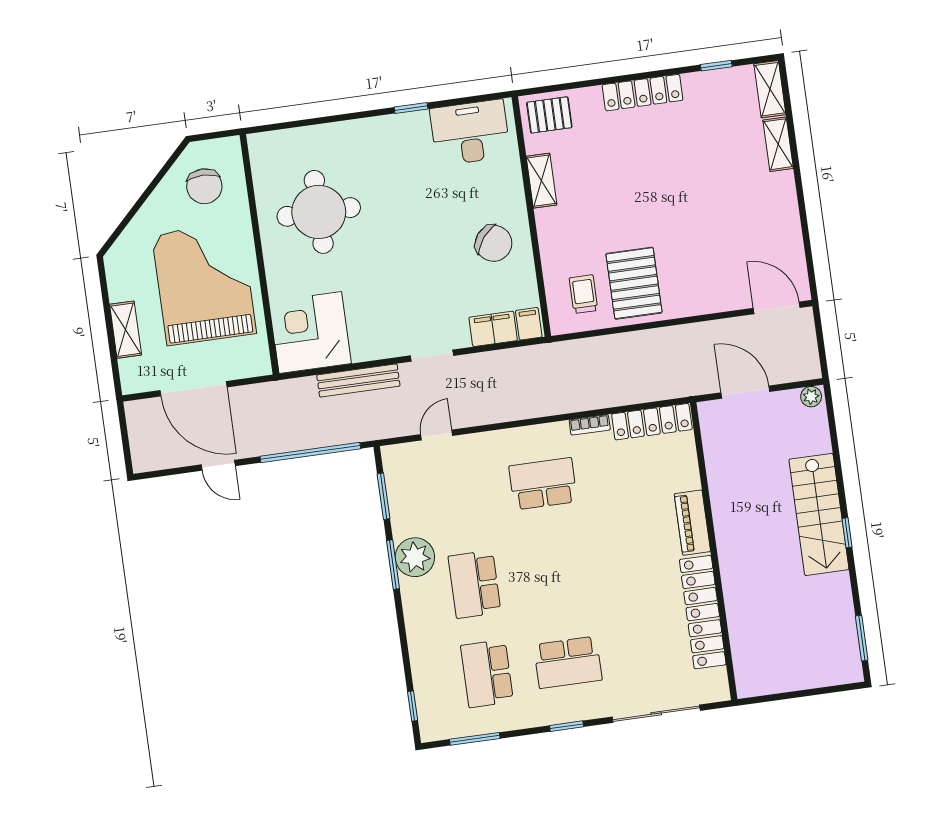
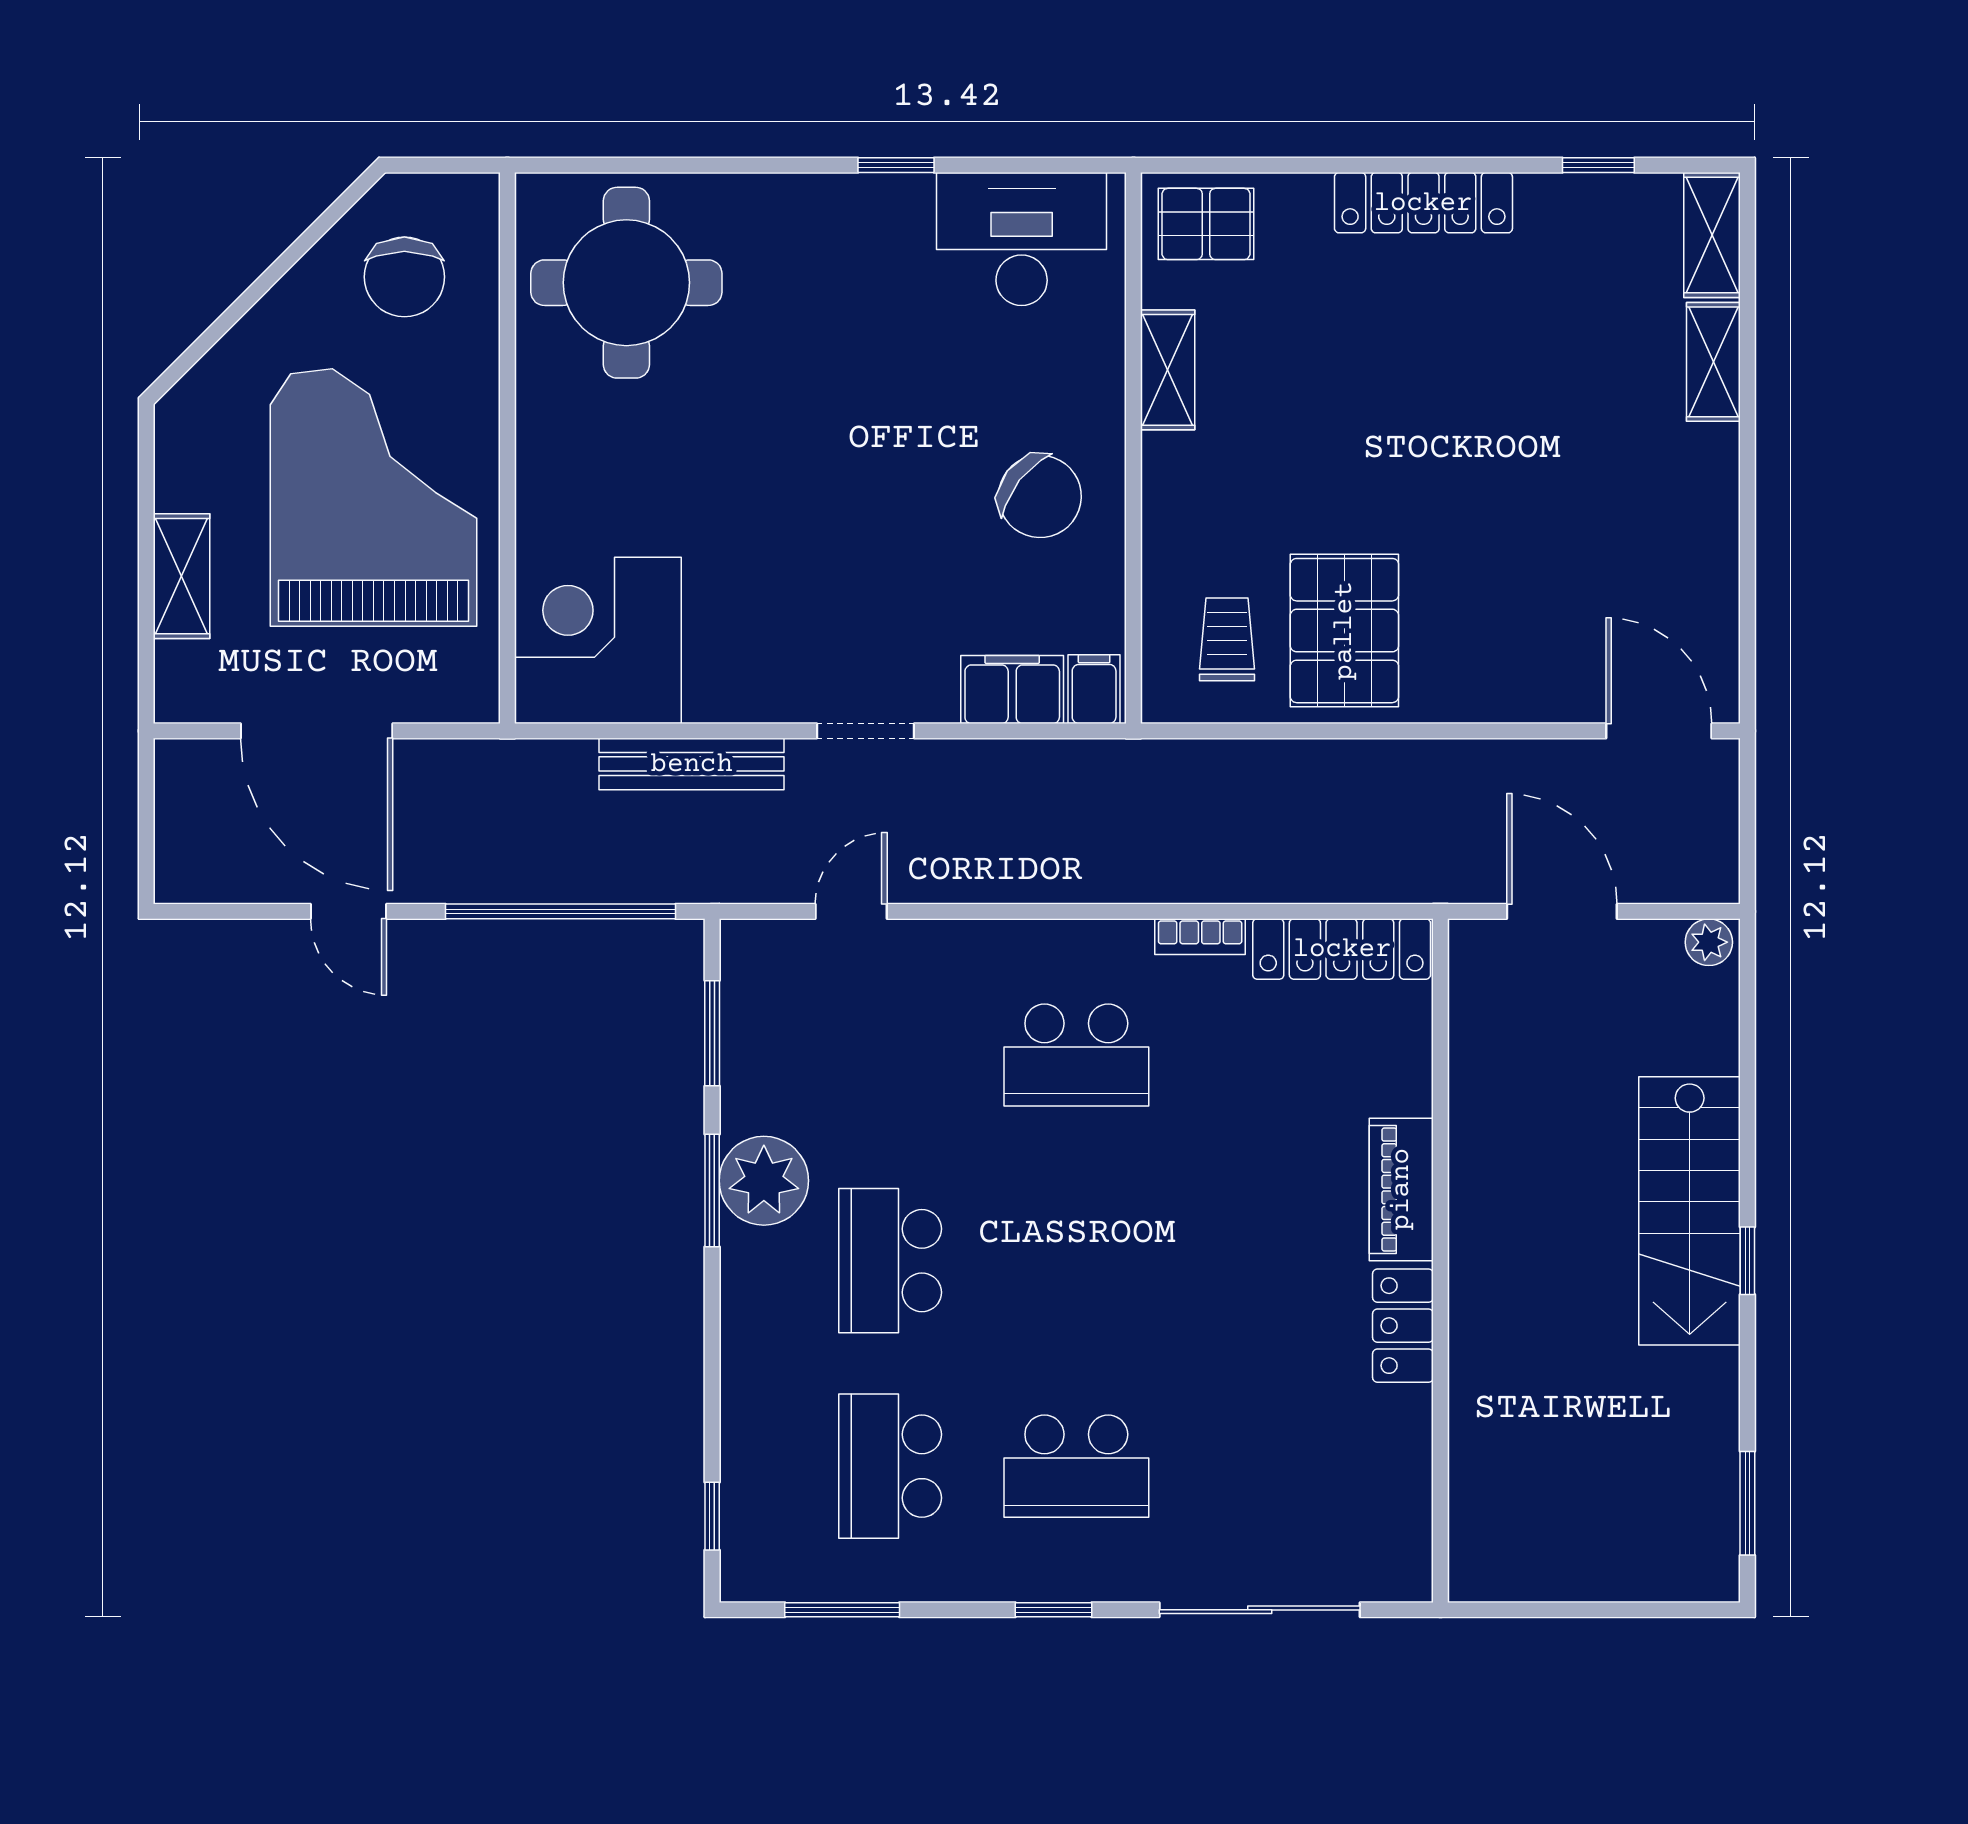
round table: (319, 212) -> (626, 283), moved
school desk: (543, 484) -> (1076, 1055), turned 180
locker: (703, 612) -> (1403, 1326), width x0.46, depth x0.83

